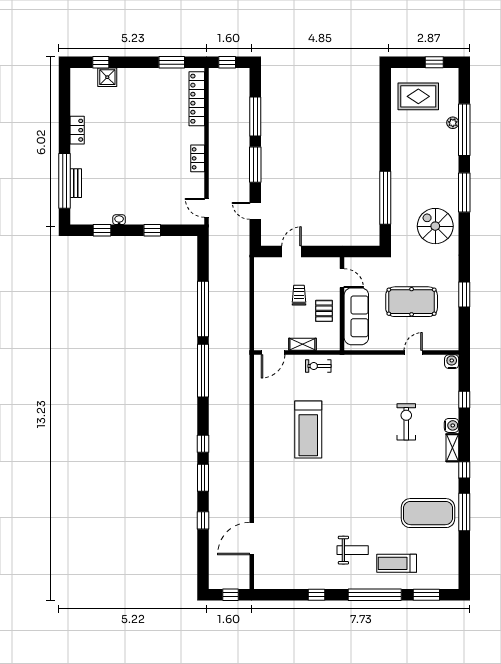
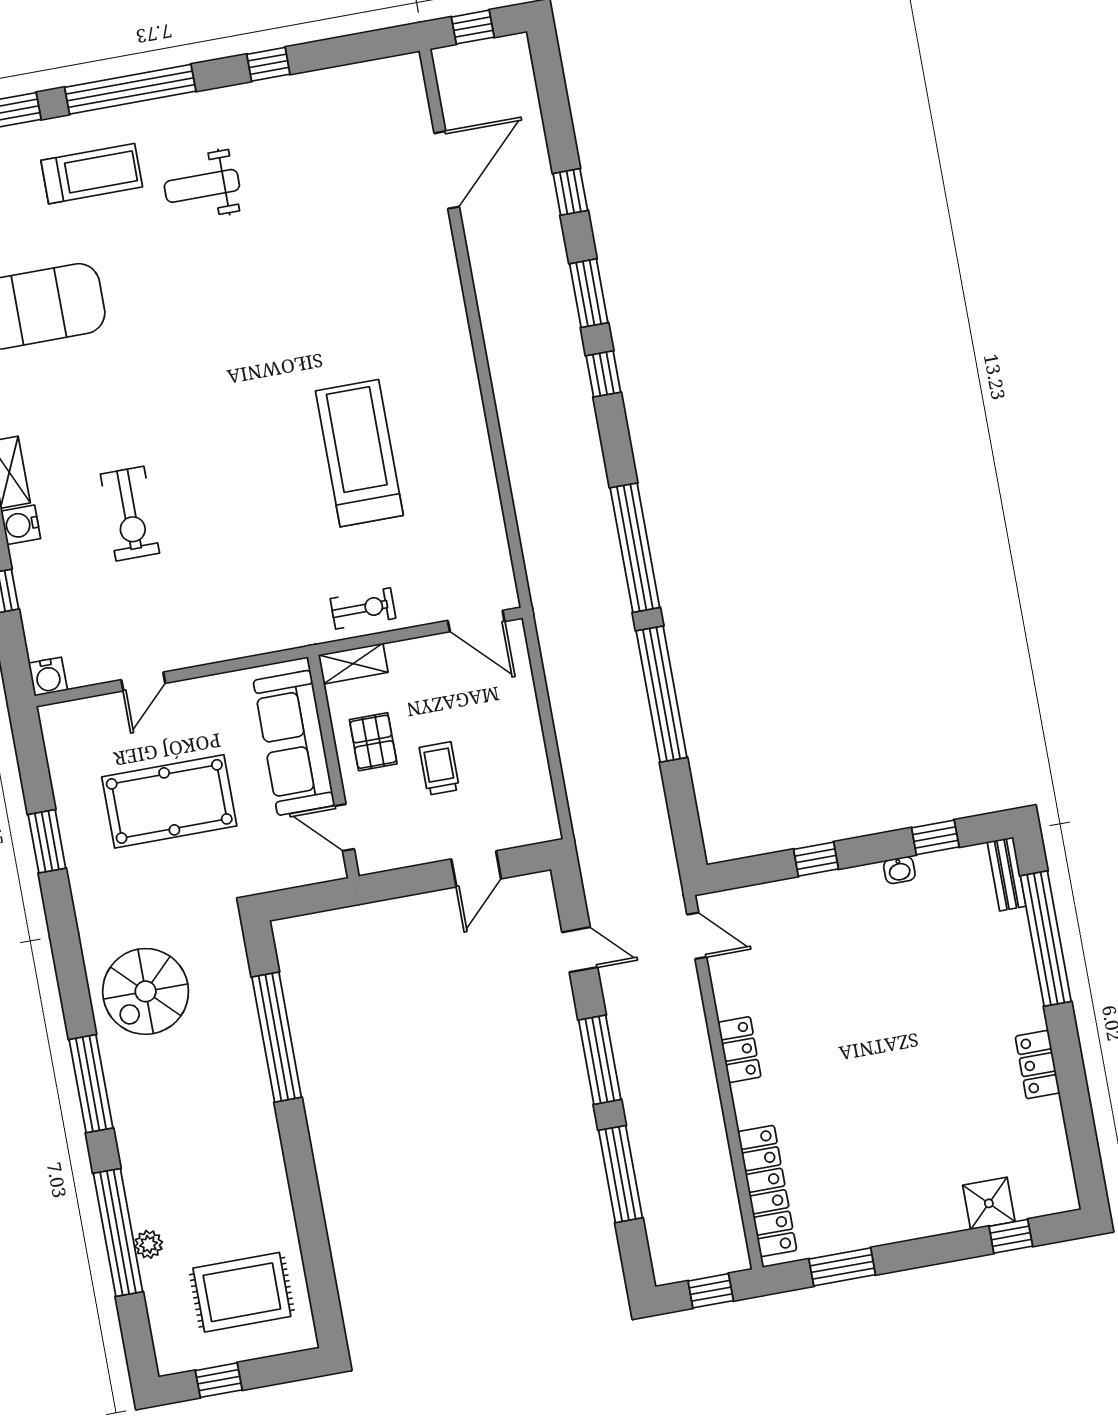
bench: (76, 183) -> (1007, 874), moved
spiral stairs: (435, 226) -> (146, 991), turned 90
trolley: (299, 295) -> (439, 768), turned 180
shelving: (302, 344) -> (353, 664), moved
door: (273, 353) -> (476, 621), swing flipped

